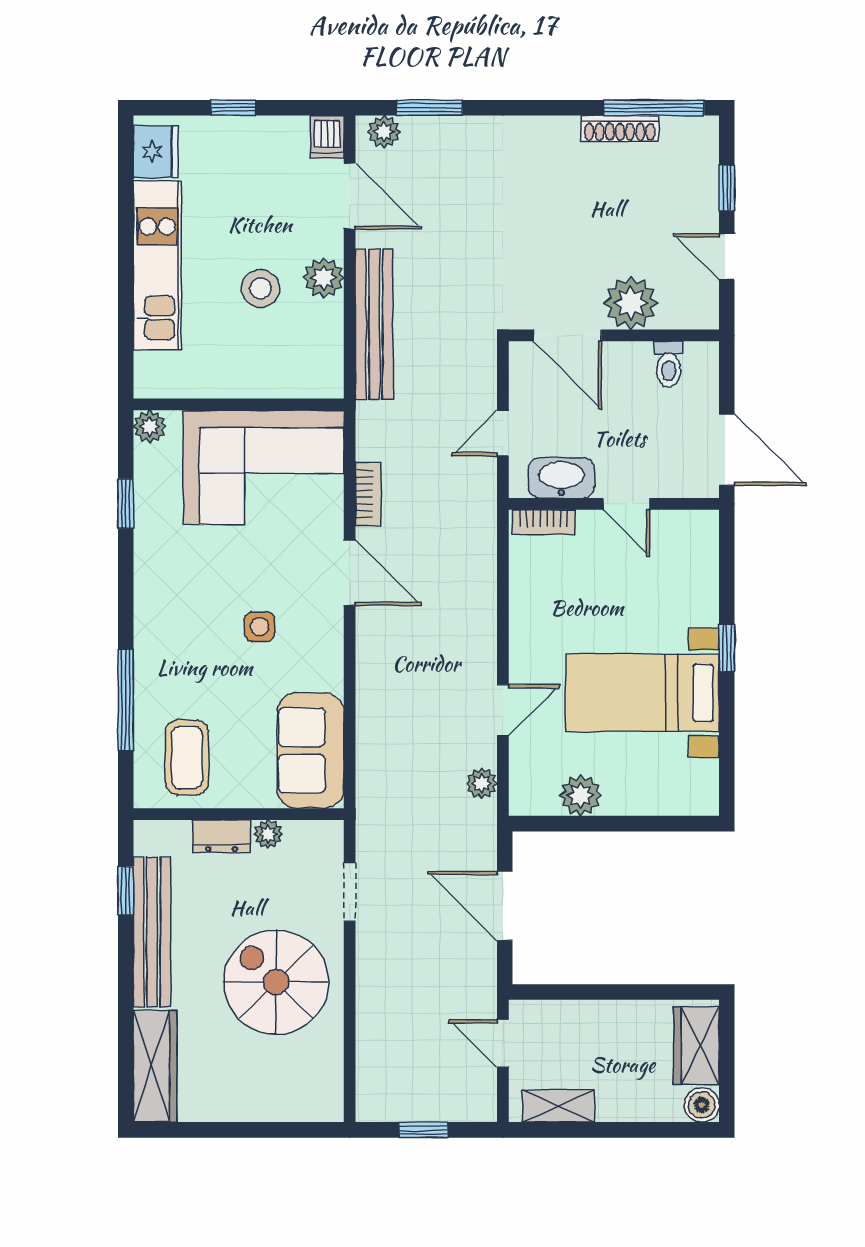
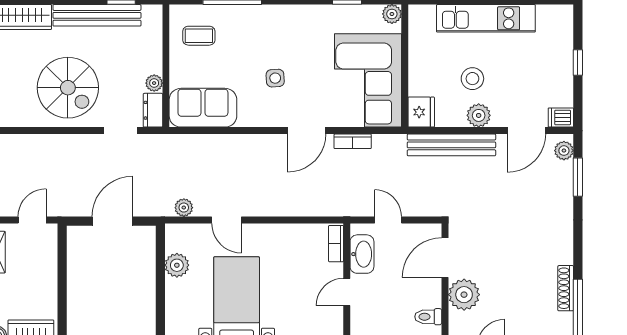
fridge: (156, 152) -> (421, 112), moved, turned -90
coffee table: (187, 758) -> (199, 36), width x0.73, depth x0.77
dresser: (221, 836) -> (153, 110), moved
spiral stairs: (276, 982) -> (68, 88), turned 90

